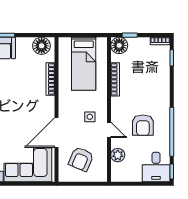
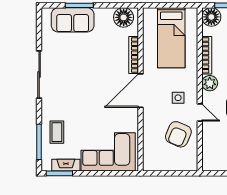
door: (56, 133) -> (140, 91), moved
plant: (118, 155) -> (210, 83), moved
armchair: (81, 159) -> (178, 134), moved

